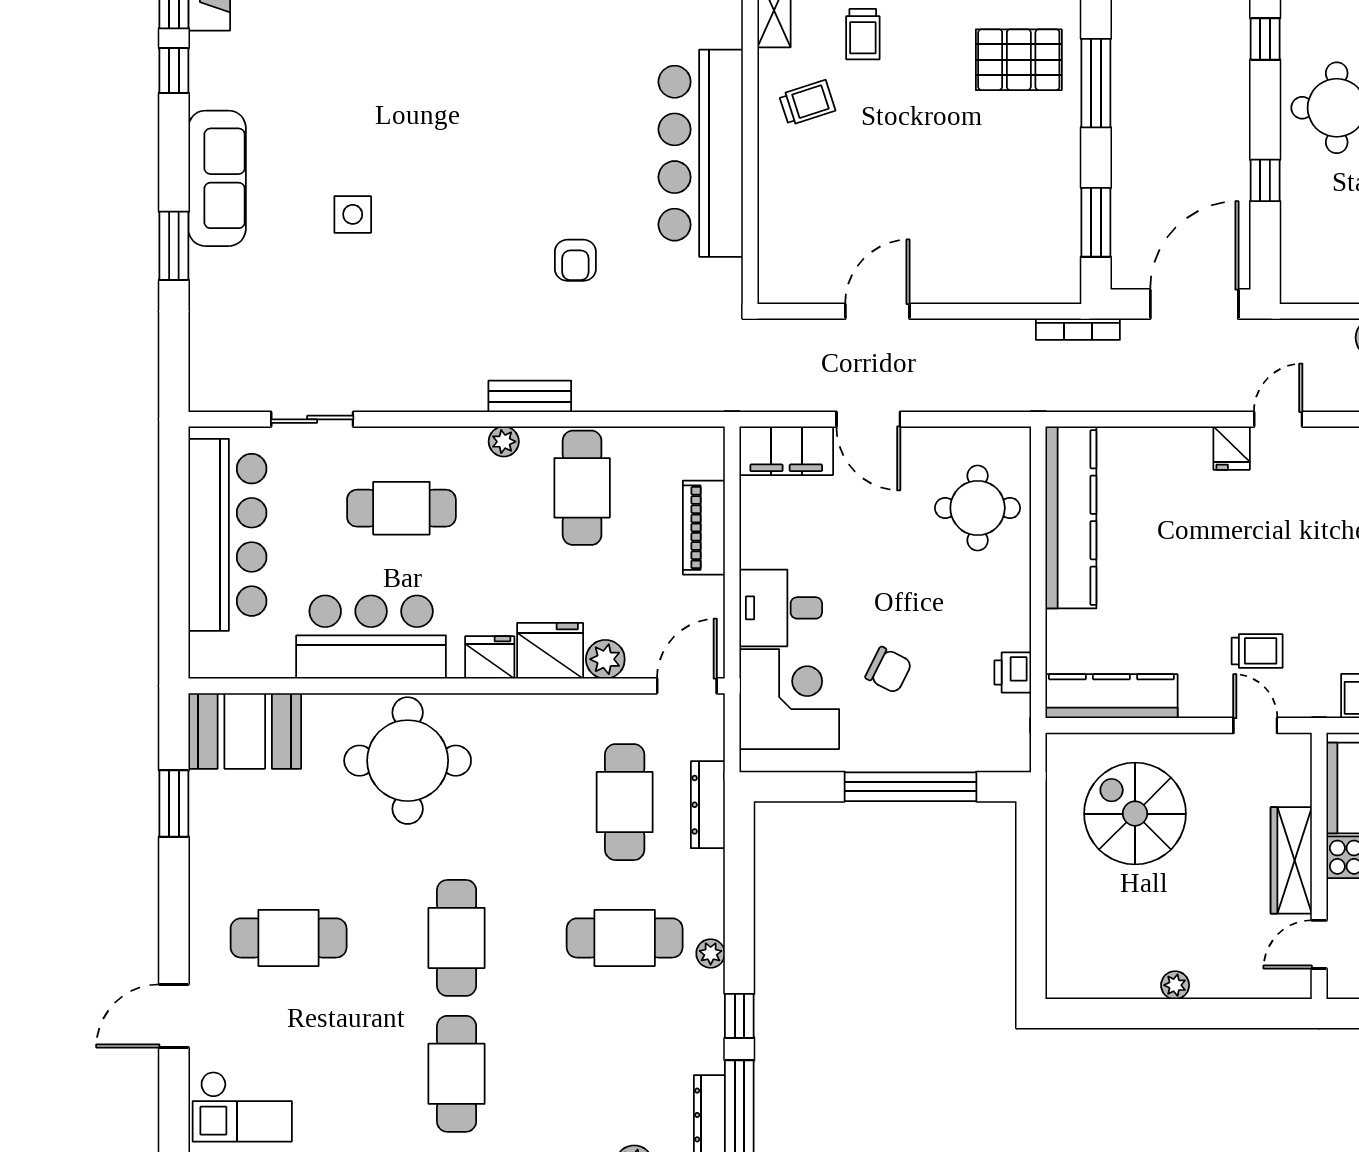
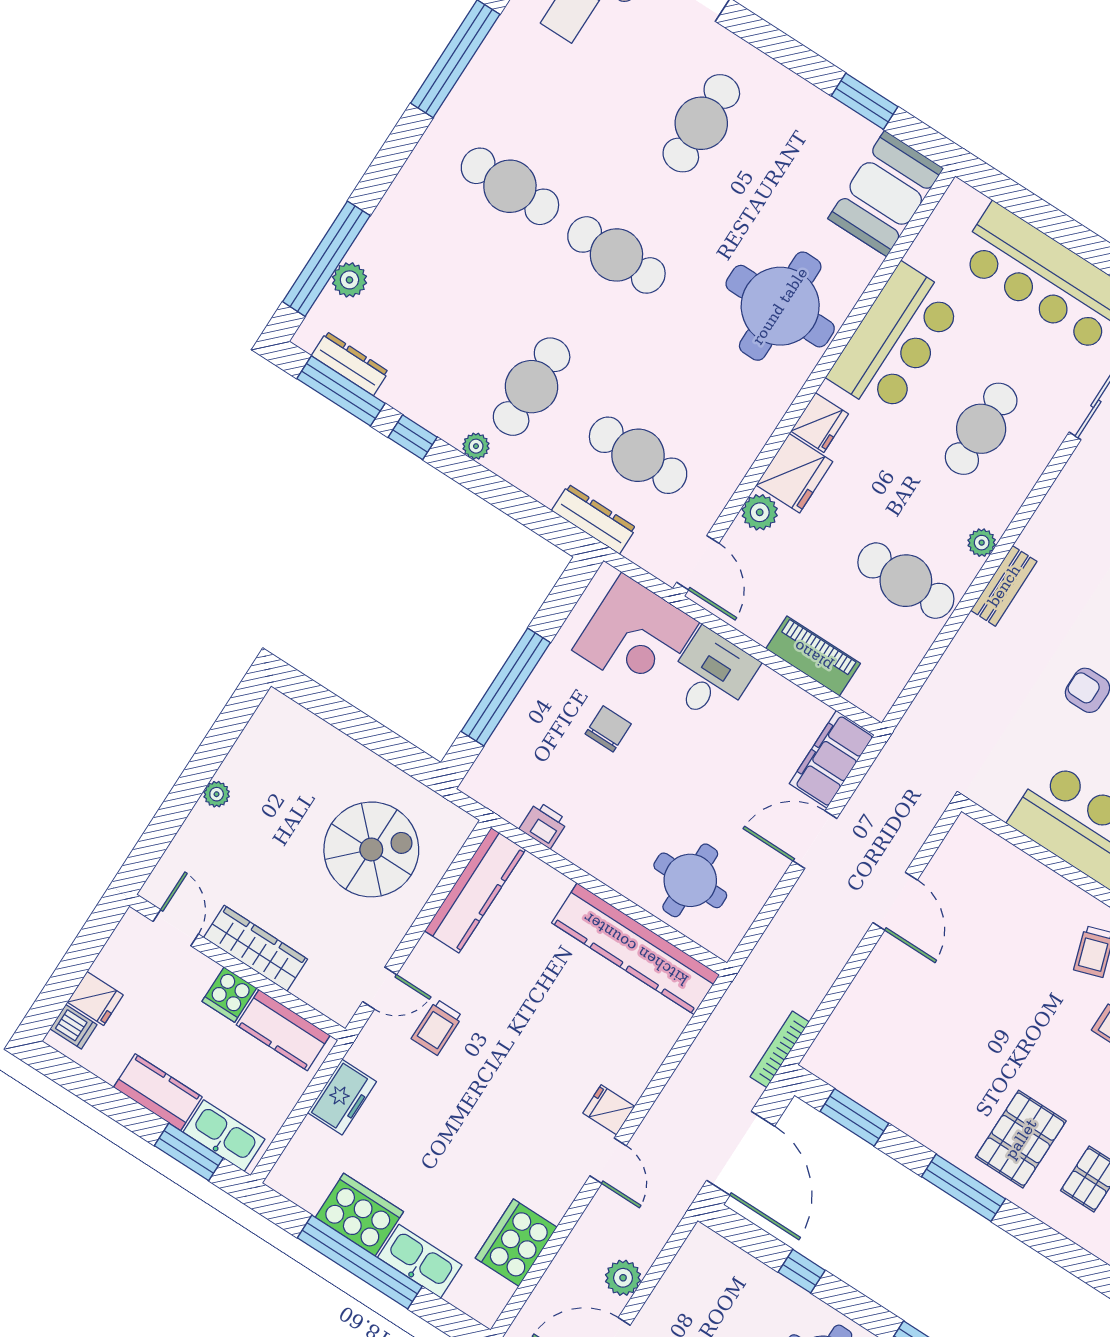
chair: (889, 670) -> (608, 729), turned 153

